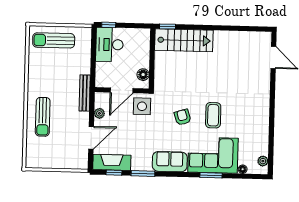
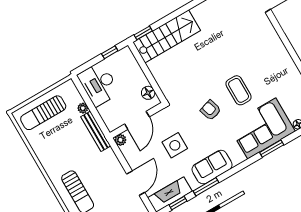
window: (109, 25) -> (110, 52), moved
plant: (86, 55) -> (83, 108), added
bench: (85, 93) -> (96, 131), moved
side table: (142, 106) -> (175, 145), moved
plant: (99, 113) -> (120, 140), moved
sofa: (170, 162) -> (212, 167), moved

